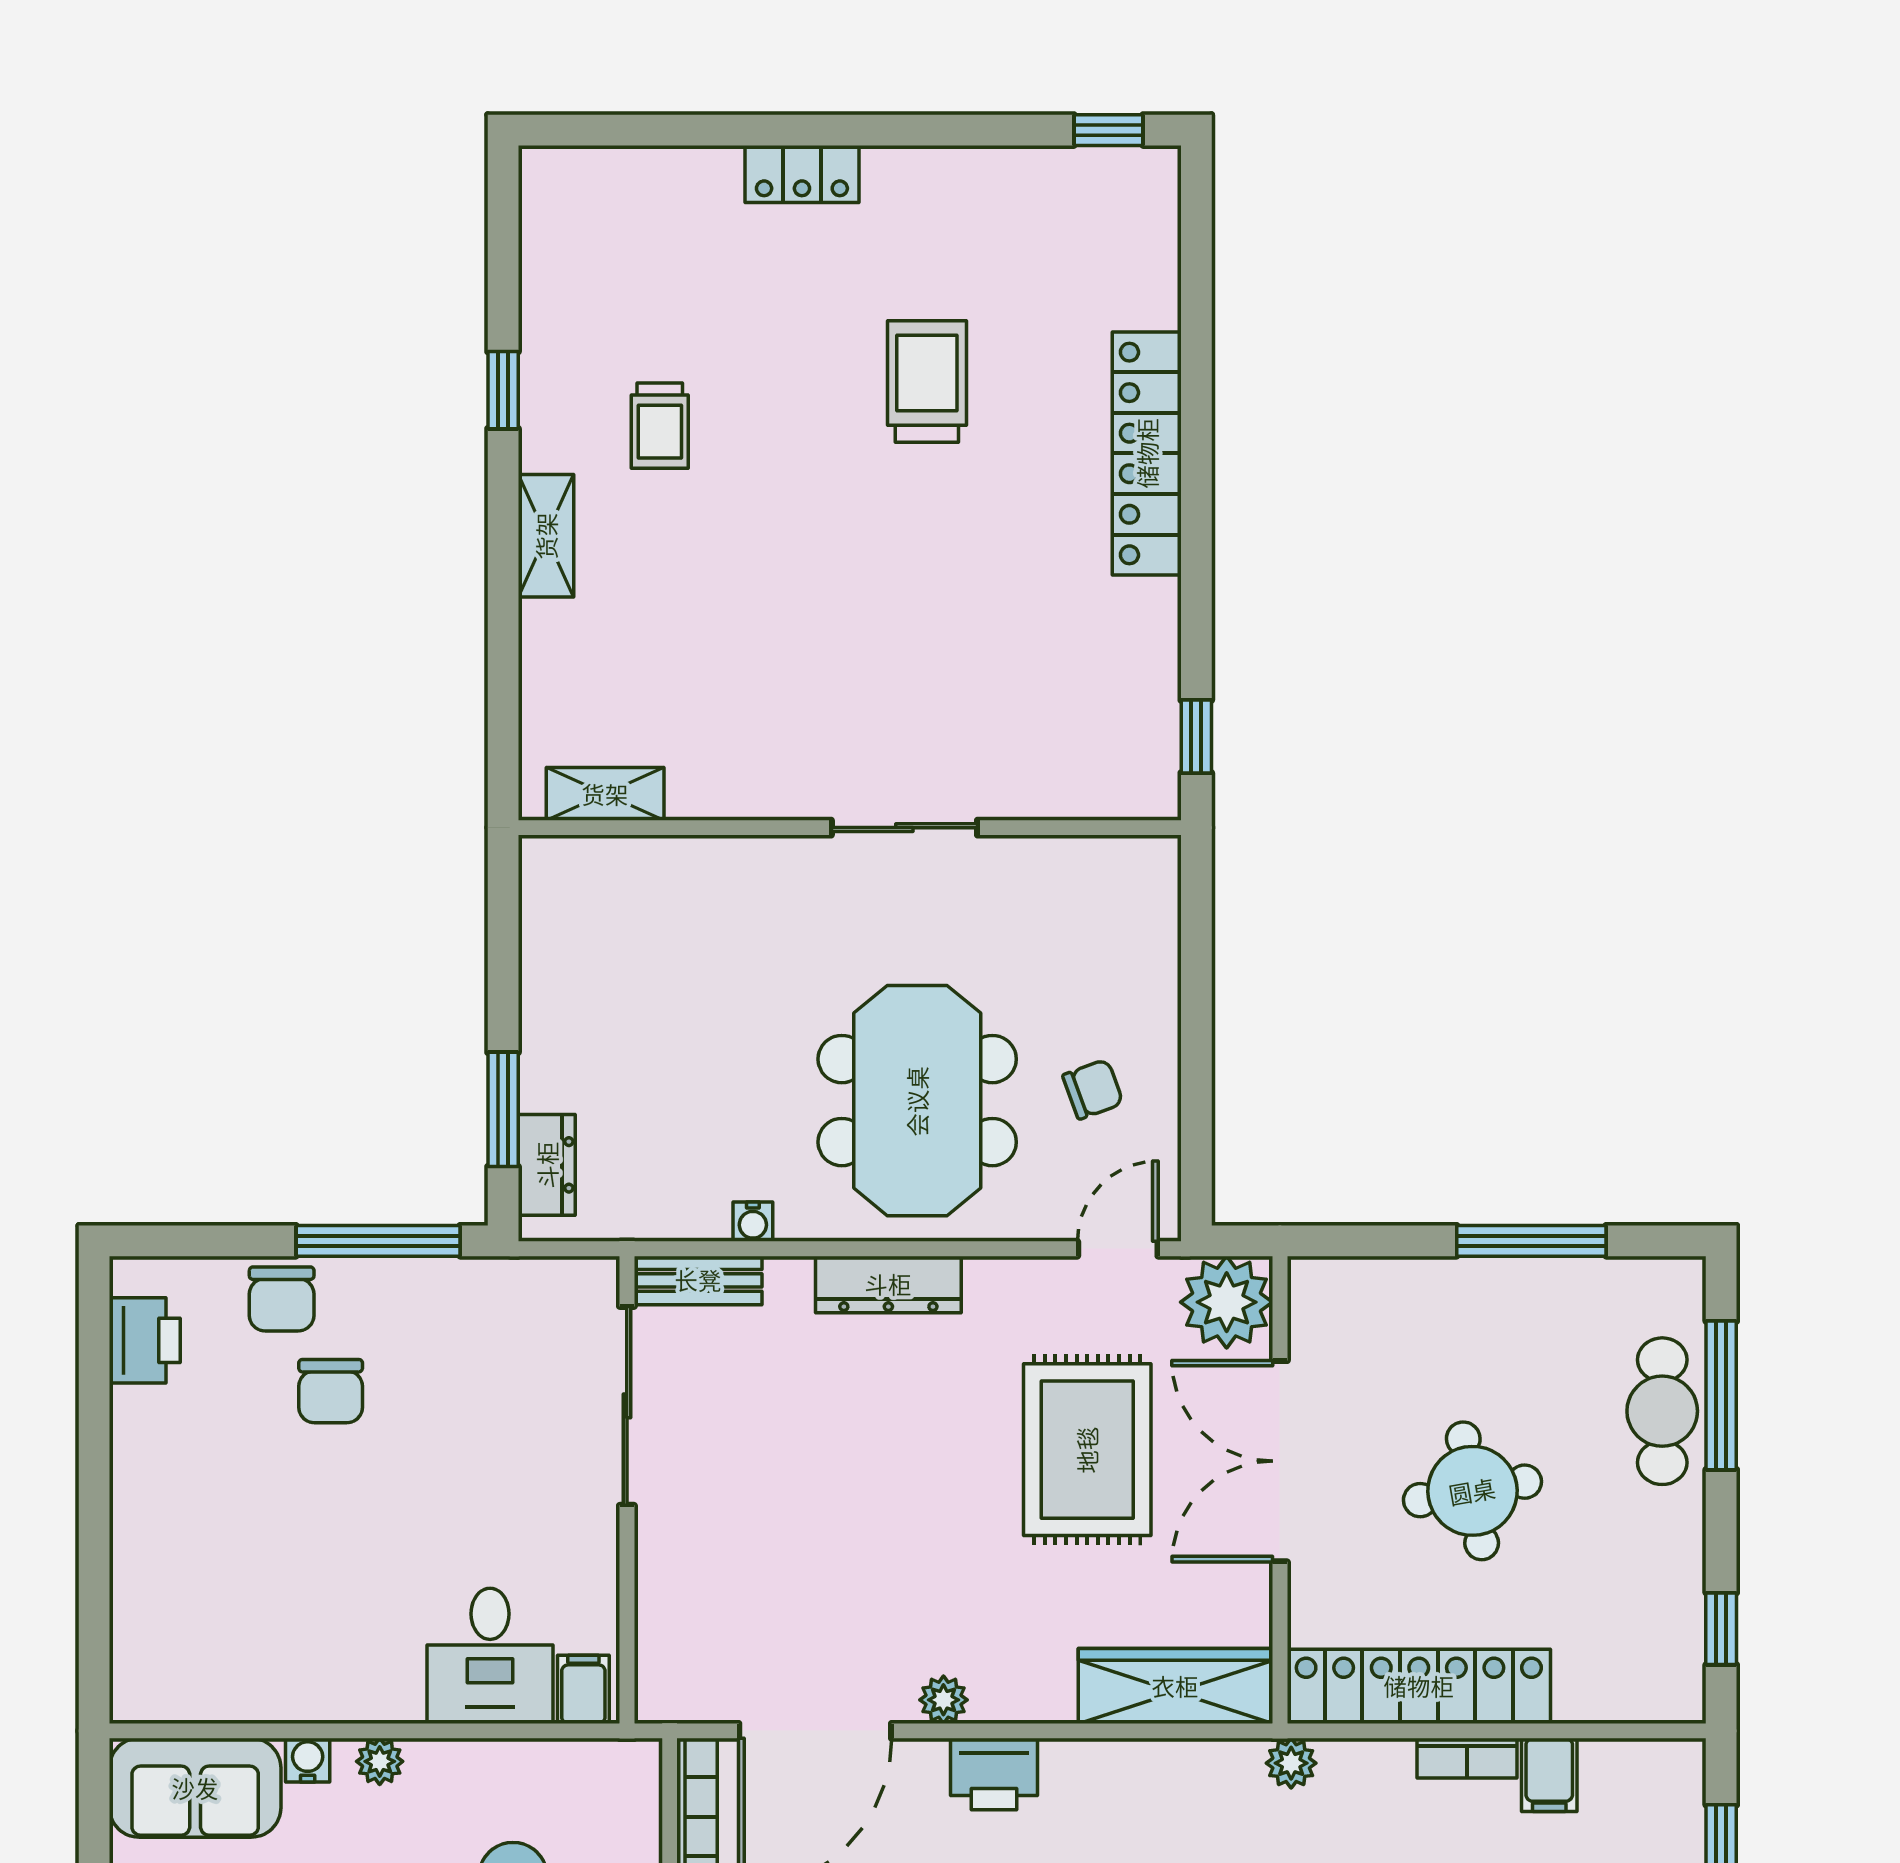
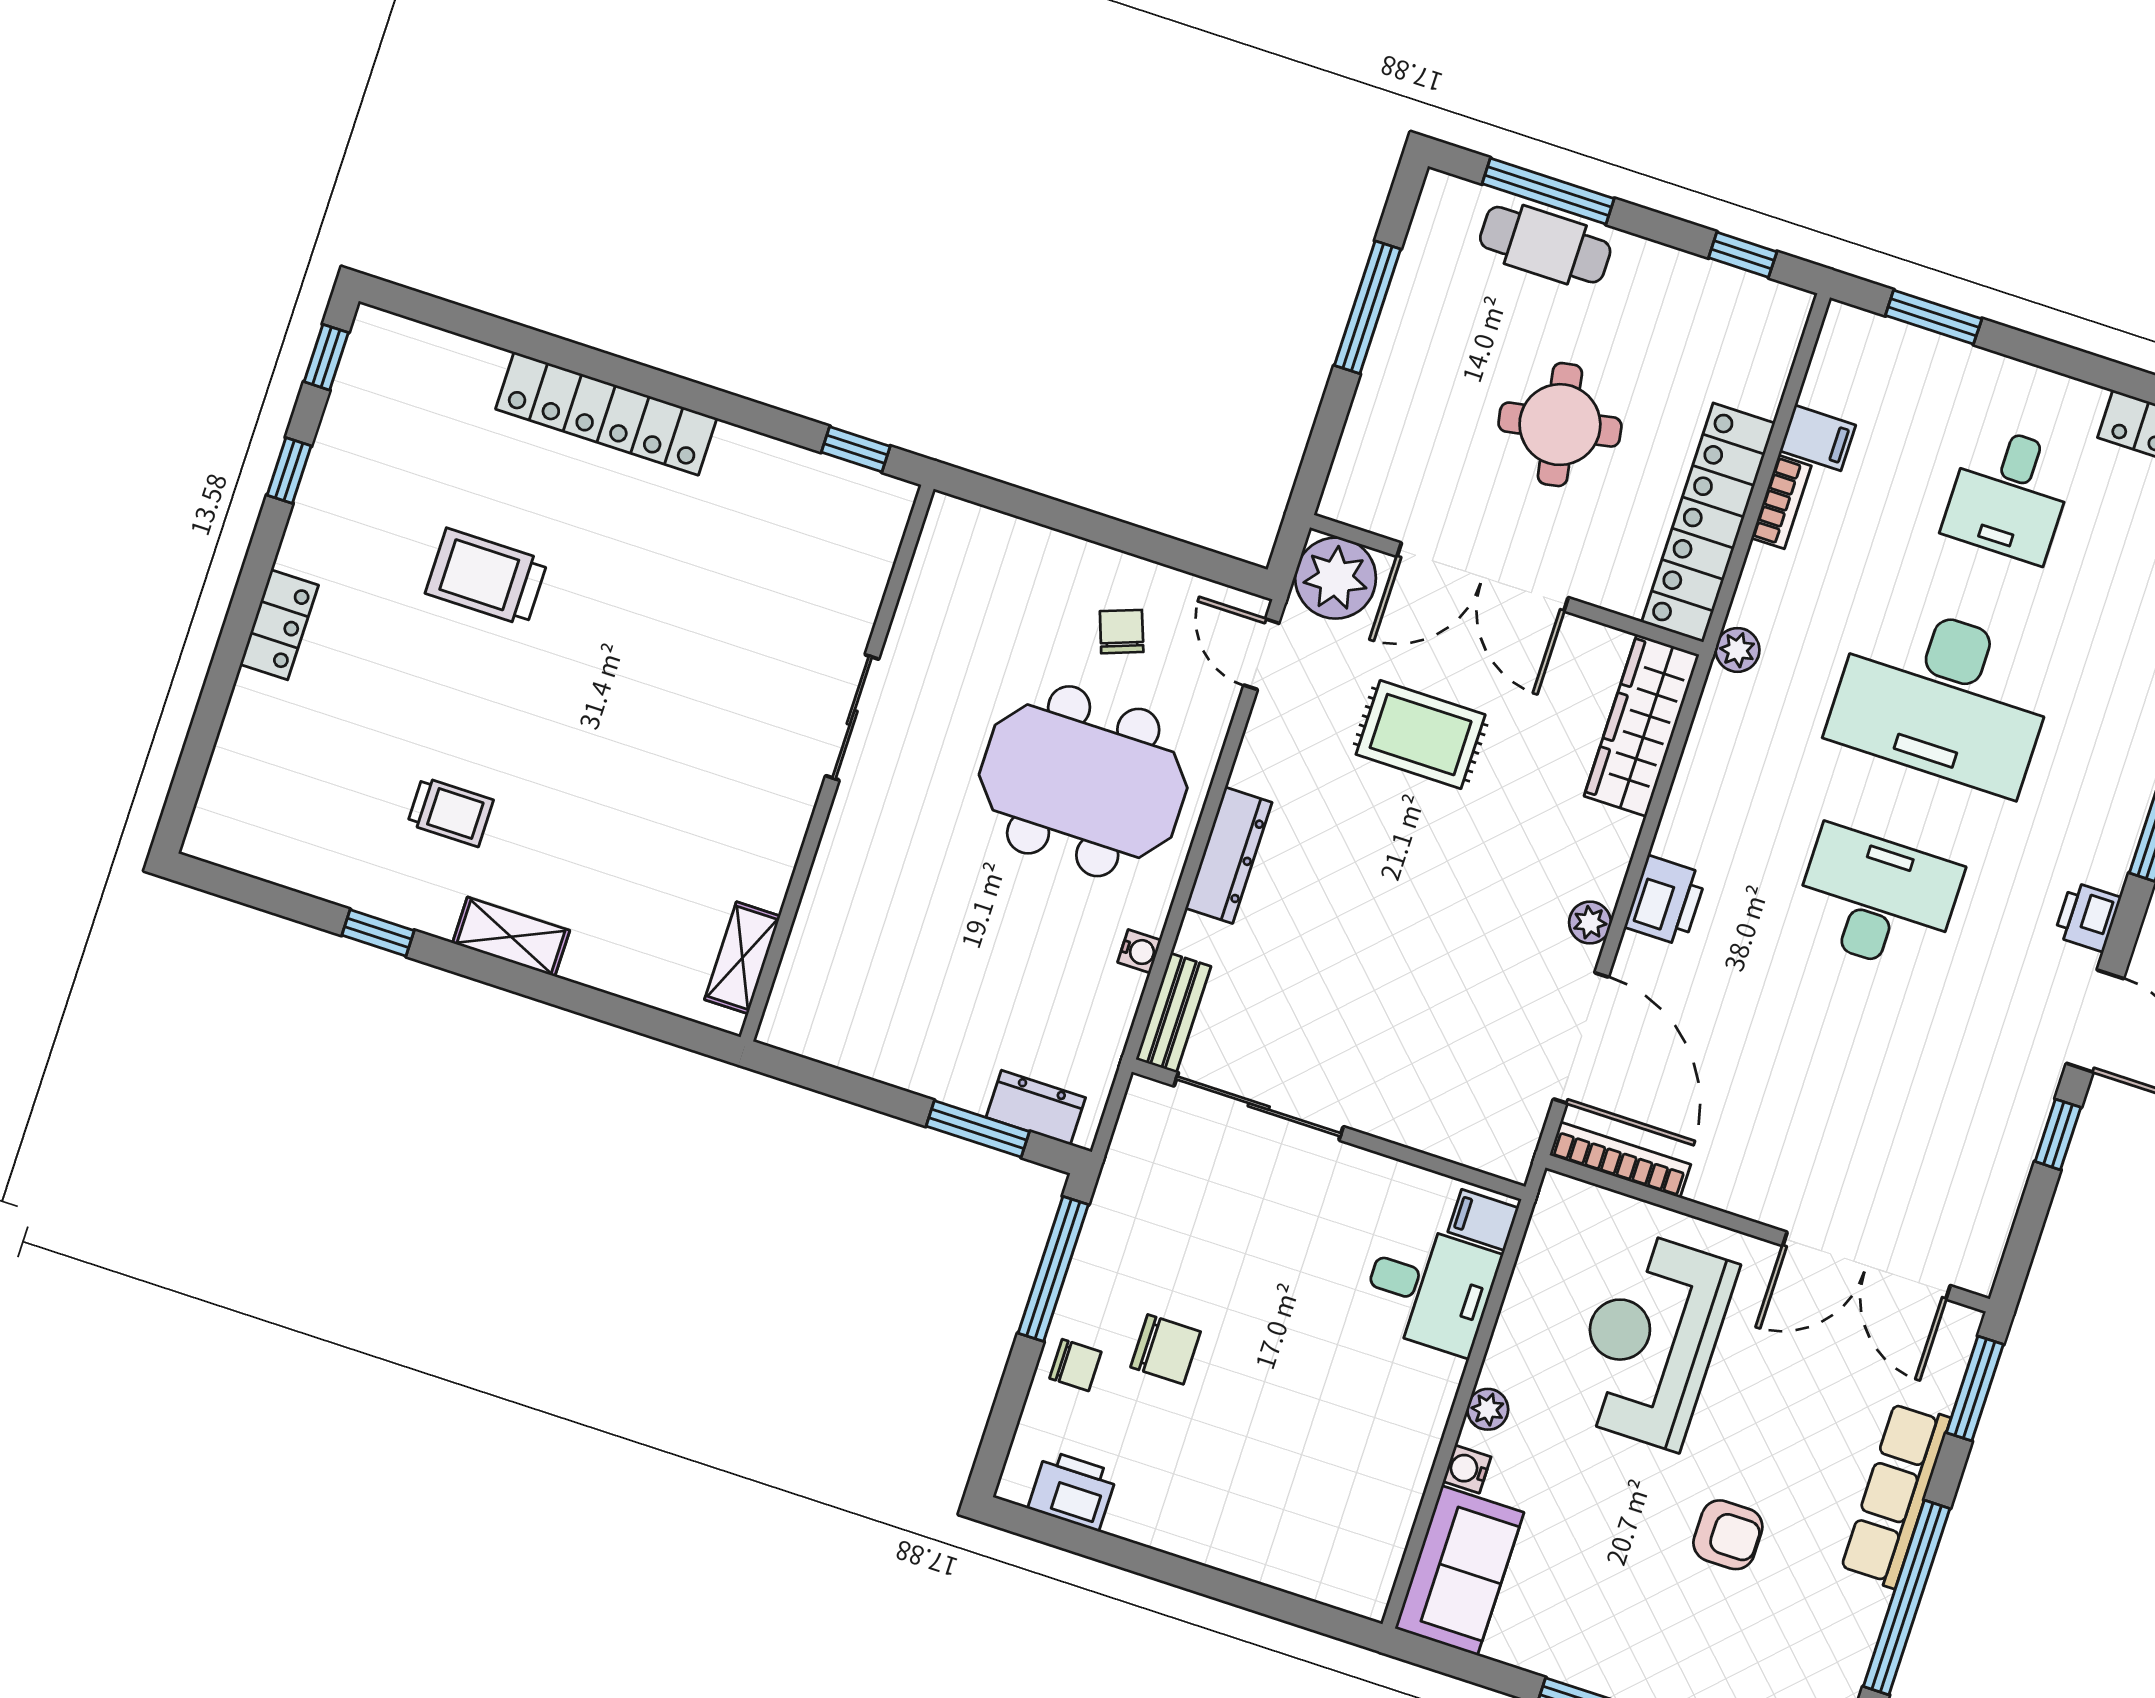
window: (973, 130) -> (289, 470), added
chair: (282, 1299) -> (1075, 1365), width x0.73, depth x0.73
rug: (1087, 1450) -> (1421, 735), width x0.73, depth x0.70

